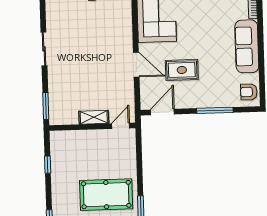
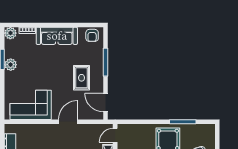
rug: (182, 70) -> (82, 78), moved
door: (121, 126) -> (115, 135), hinge flipped

